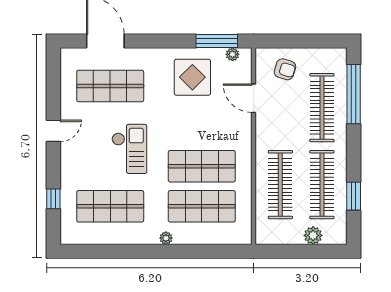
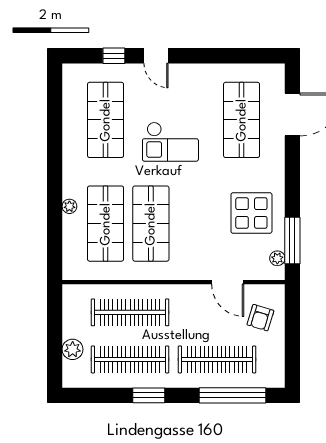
door: (254, 98) -> (228, 282), swing flipped
door: (53, 131) -> (156, 56), moved
window: (354, 196) -> (149, 395), moved
plant: (166, 238) -> (69, 206), moved

